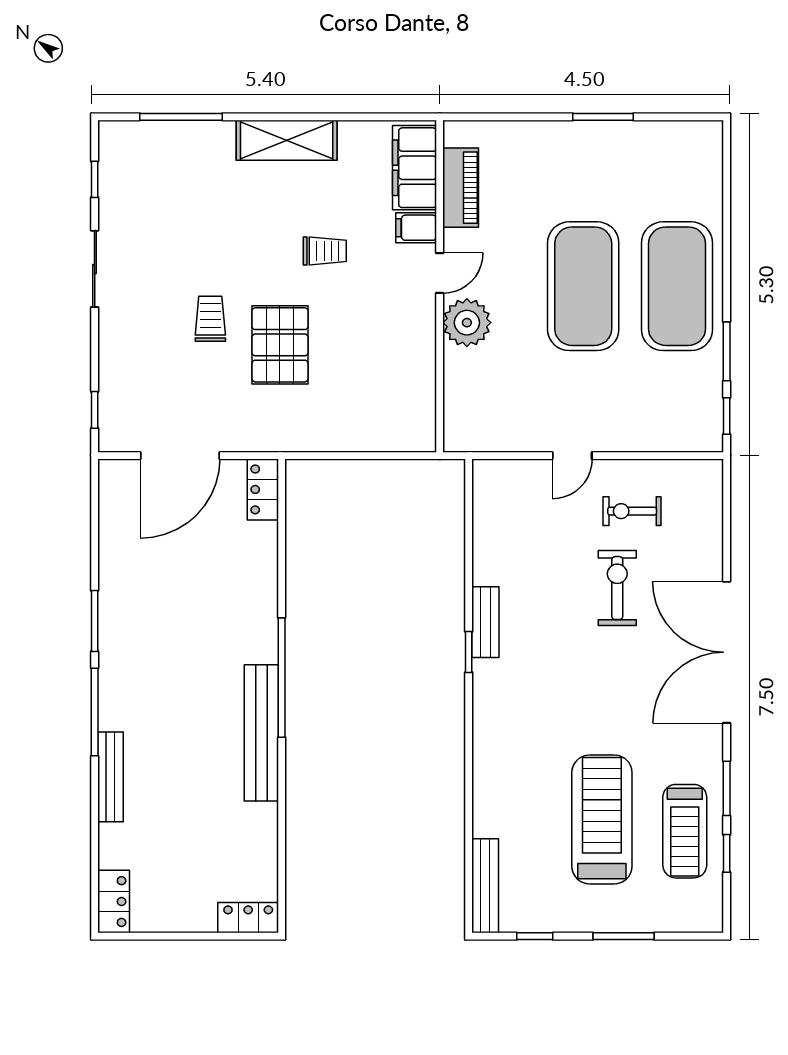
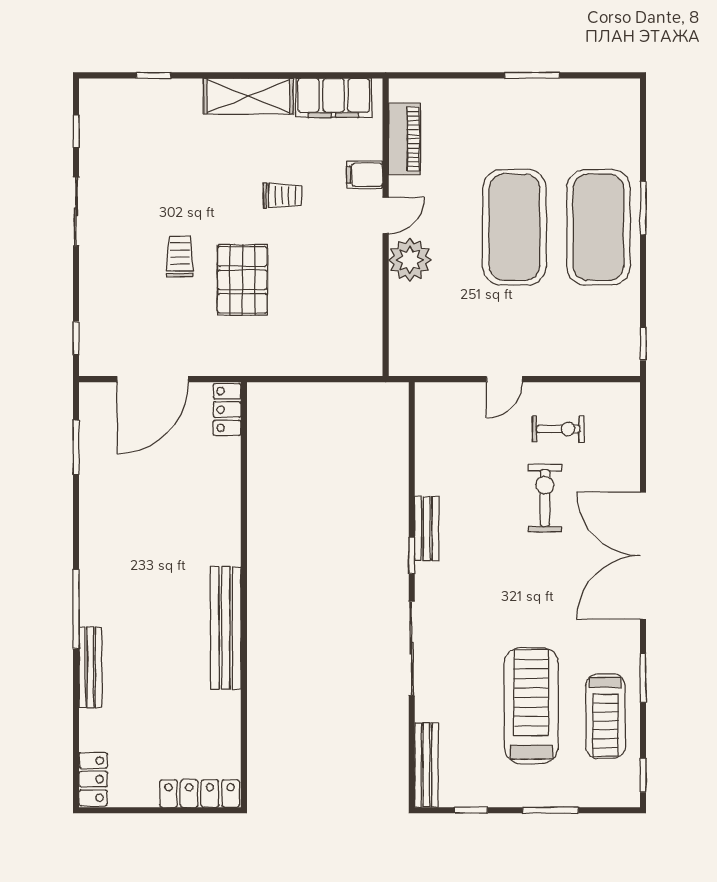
window: (181, 117) -> (154, 75), width x0.46
filing cabinet: (415, 168) -> (334, 98), moved, turned -90
window: (727, 351) -> (643, 208), moved
exercise bike: (632, 511) -> (558, 429), turned 180
window: (95, 621) -> (76, 447), moved
window: (282, 678) -> (244, 578), removed
sliding door: (469, 756) -> (412, 648), added
window: (727, 853) -> (643, 775), moved
locker: (248, 918) -> (200, 794), width x1.53

